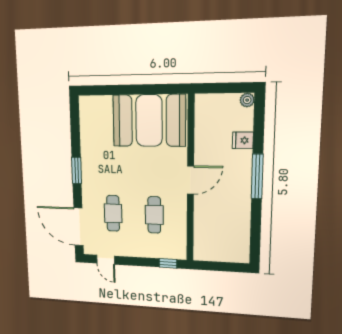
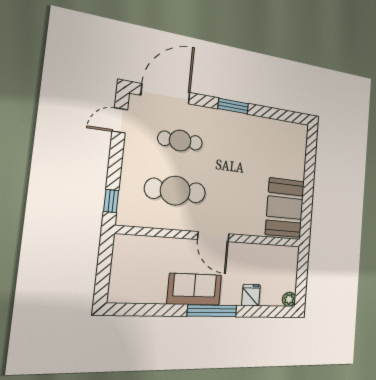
booth: (149, 121) -> (285, 208), width x0.73, depth x0.70
sofa: (238, 194) -> (195, 289), added
cafe table: (154, 215) -> (175, 191), width x1.37, depth x1.35

